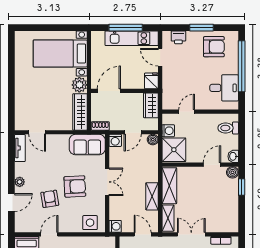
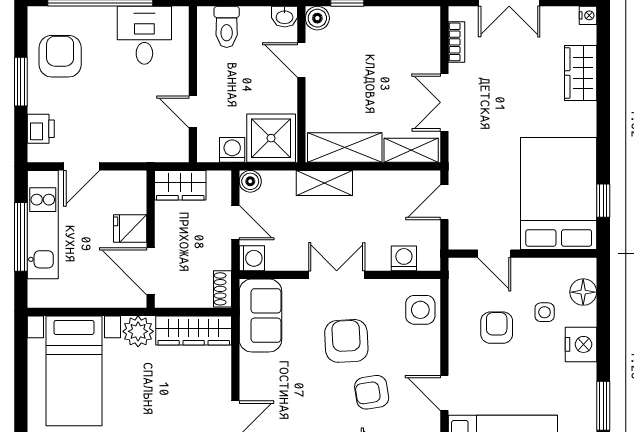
fridge: (151, 81) -> (130, 229), moved
shelving: (152, 196) -> (324, 183), moved
washing machine: (115, 226) -> (404, 258), moved

